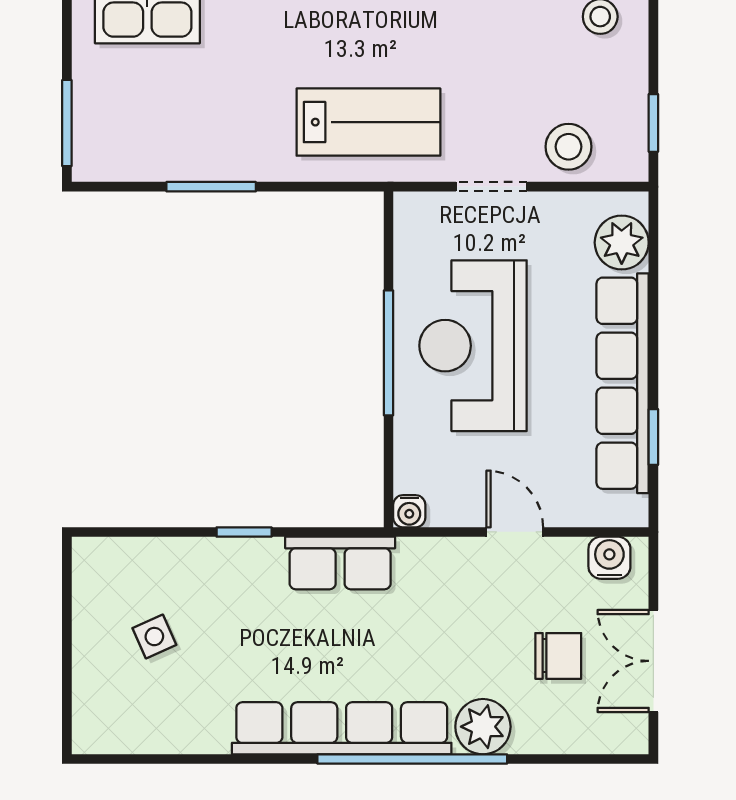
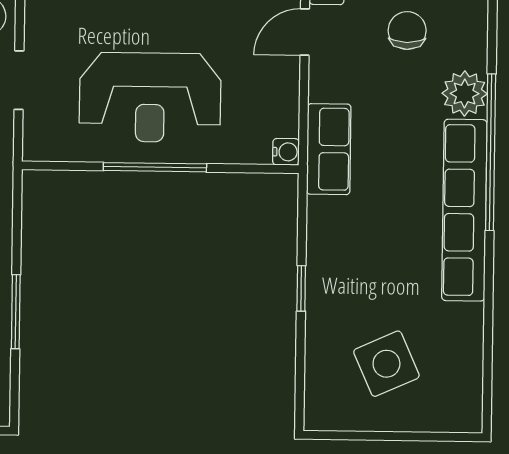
door: (515, 532) -> (305, 32), moved
row of seats: (340, 563) -> (329, 149), moved
side table: (154, 637) -> (386, 364), width x1.87, depth x1.87

